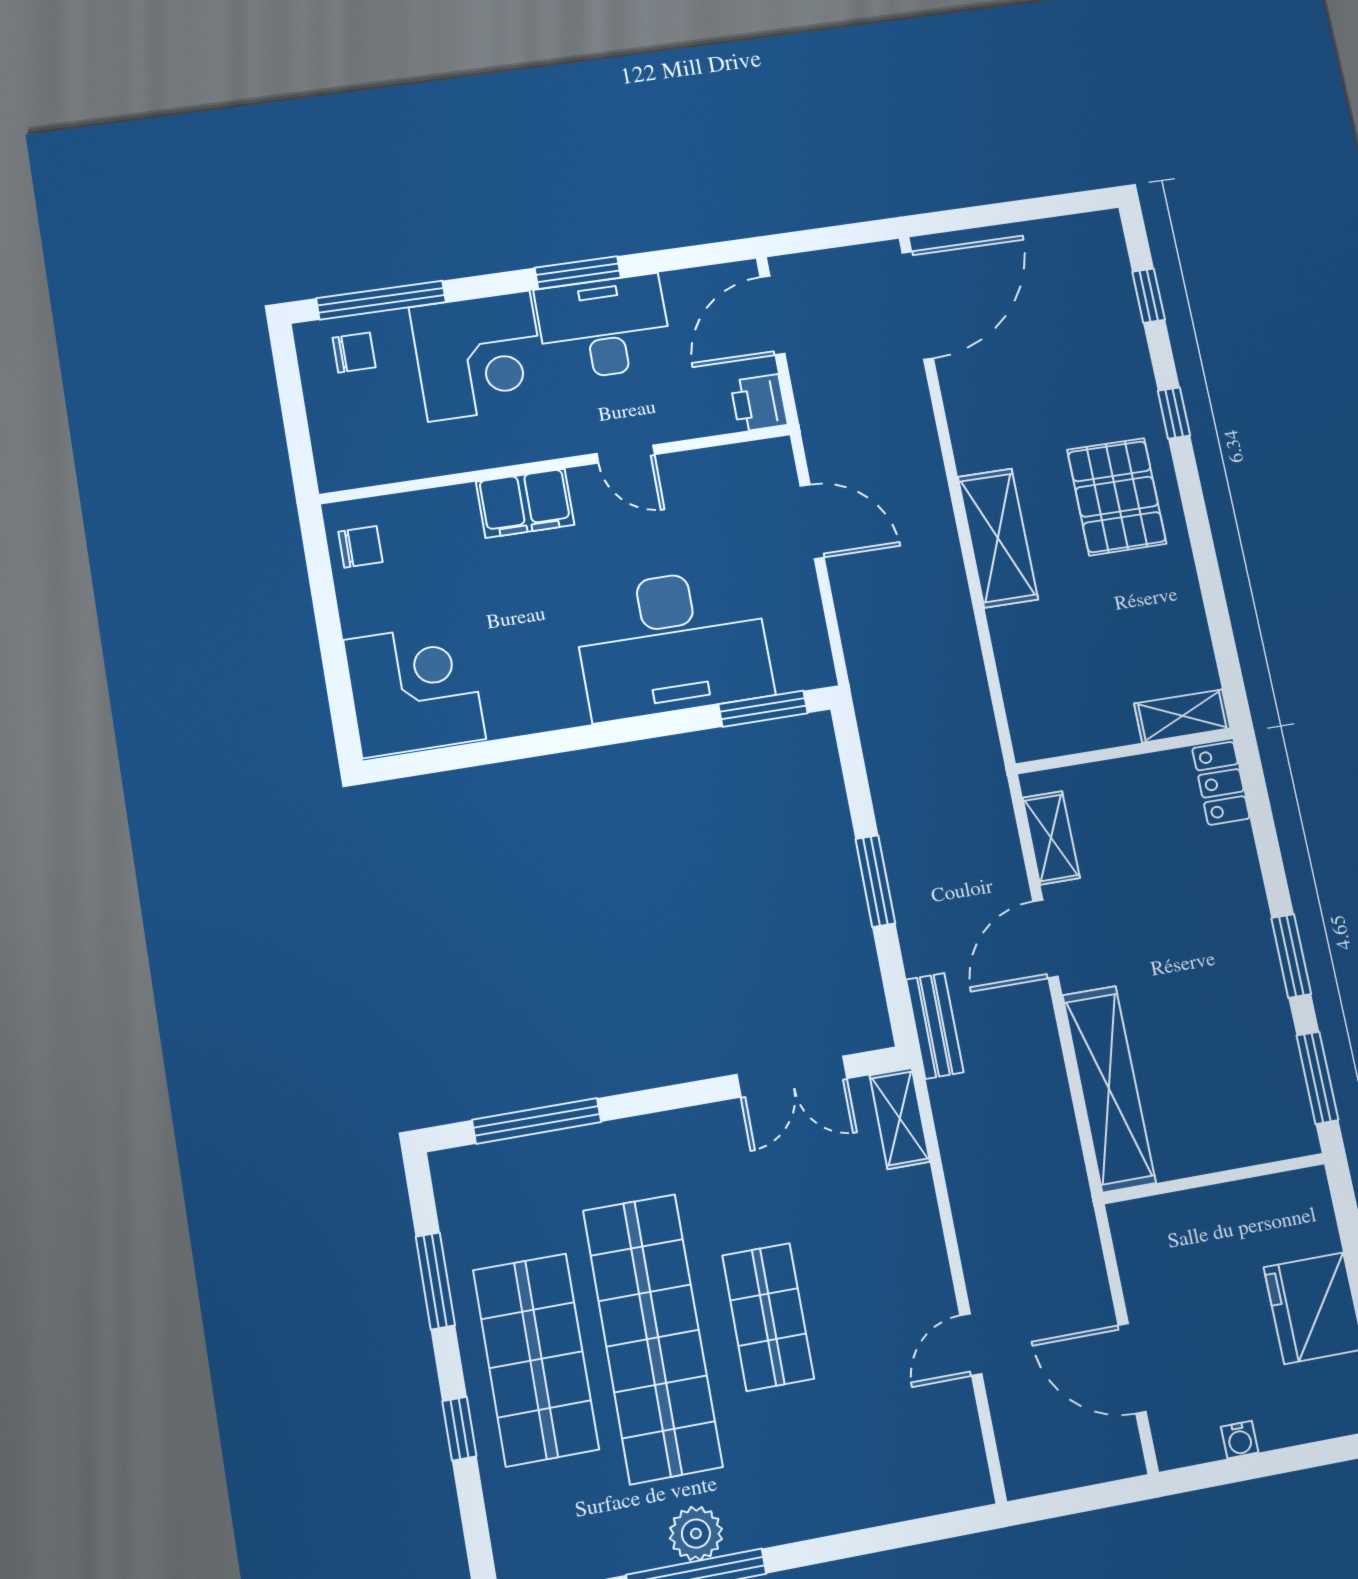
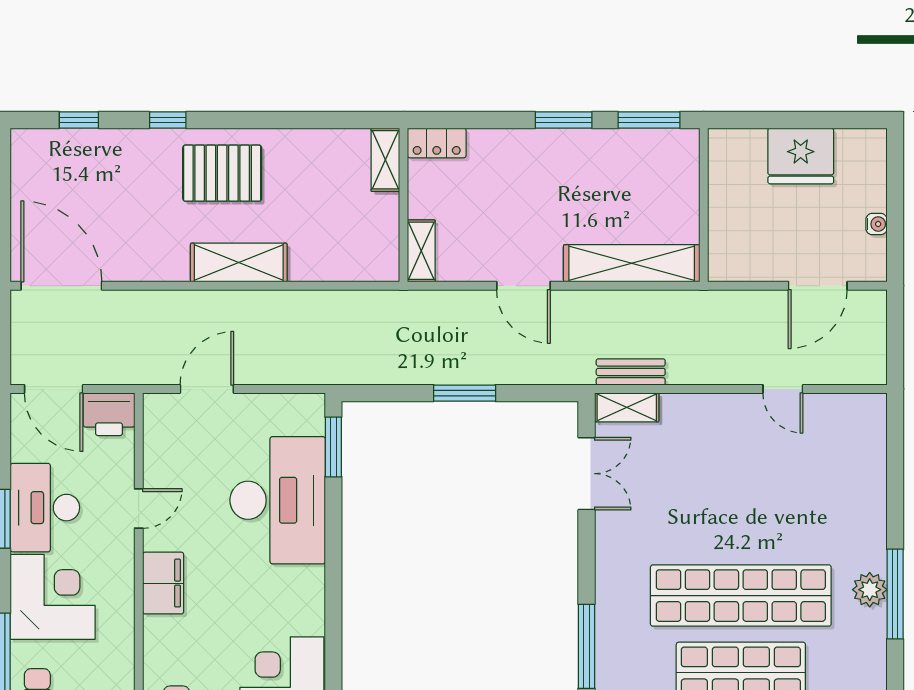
printer: (759, 403) -> (109, 414), width x1.36, depth x1.24
shelving: (1051, 838) -> (421, 251), moved, turned 90
bench: (935, 1026) -> (631, 372), moved
shop shelf: (768, 1317) -> (741, 518), removed

